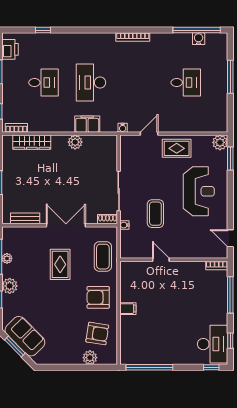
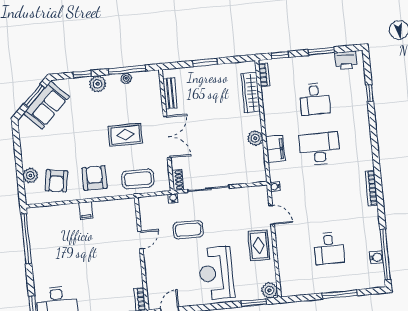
reception desk: (199, 191) -> (216, 273), turned 90

